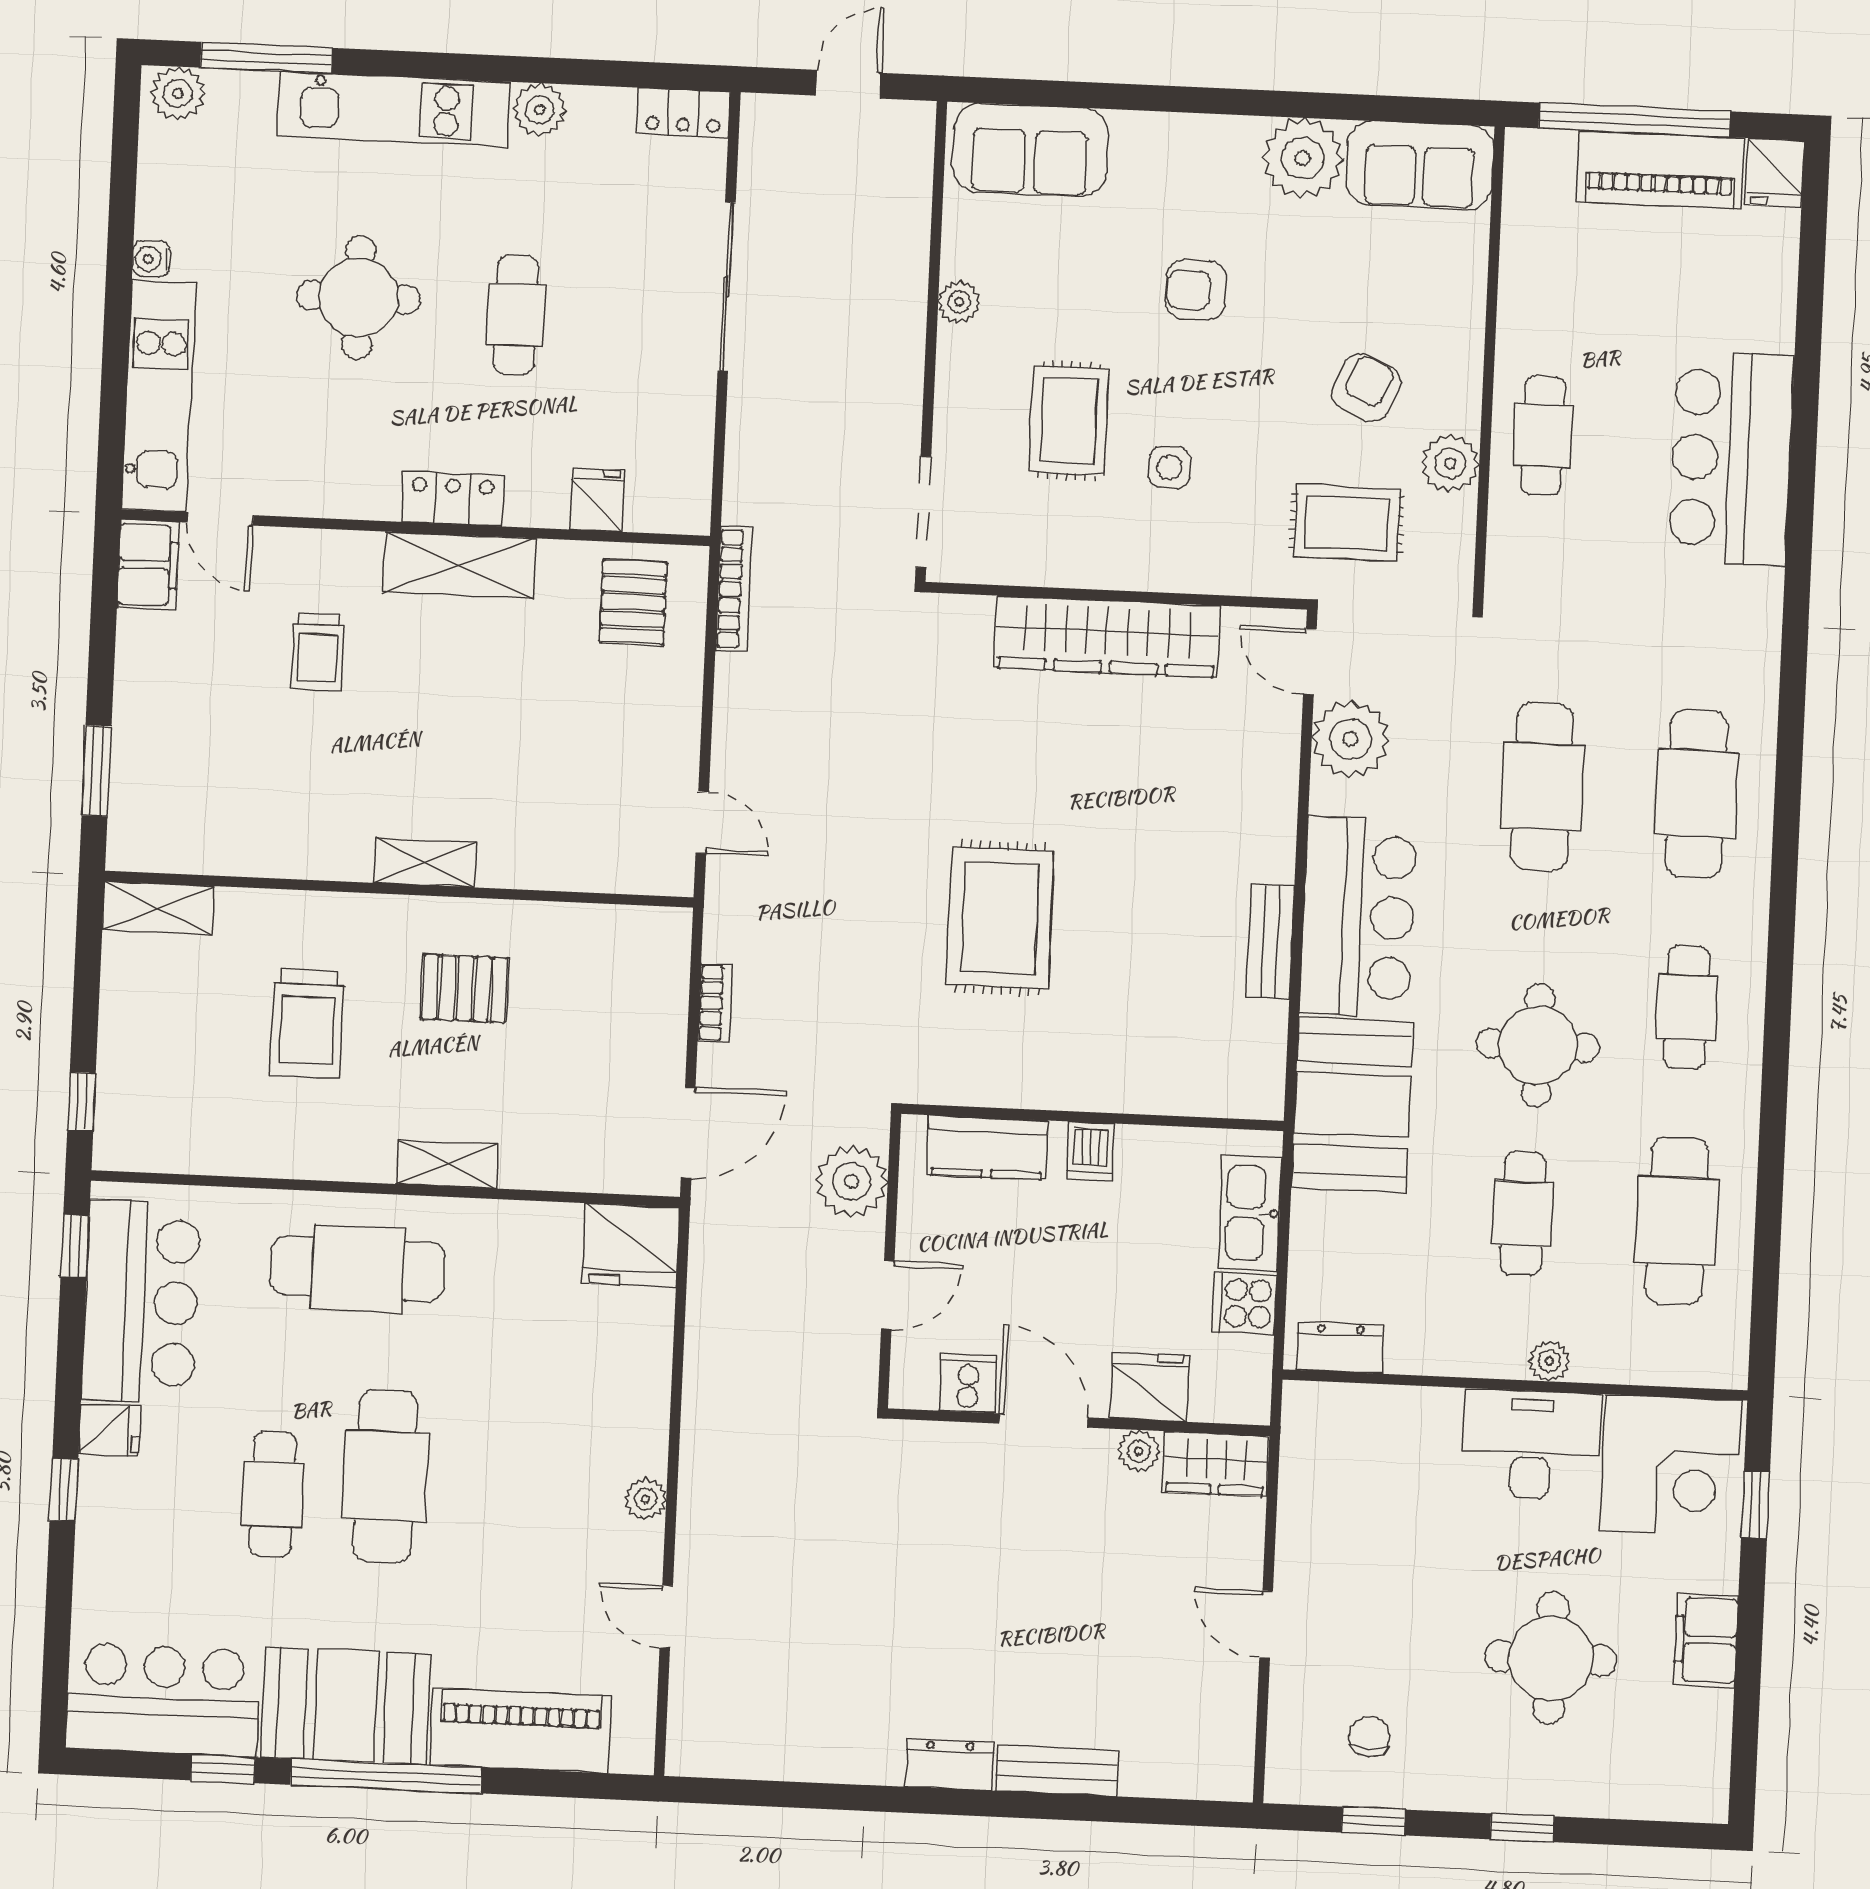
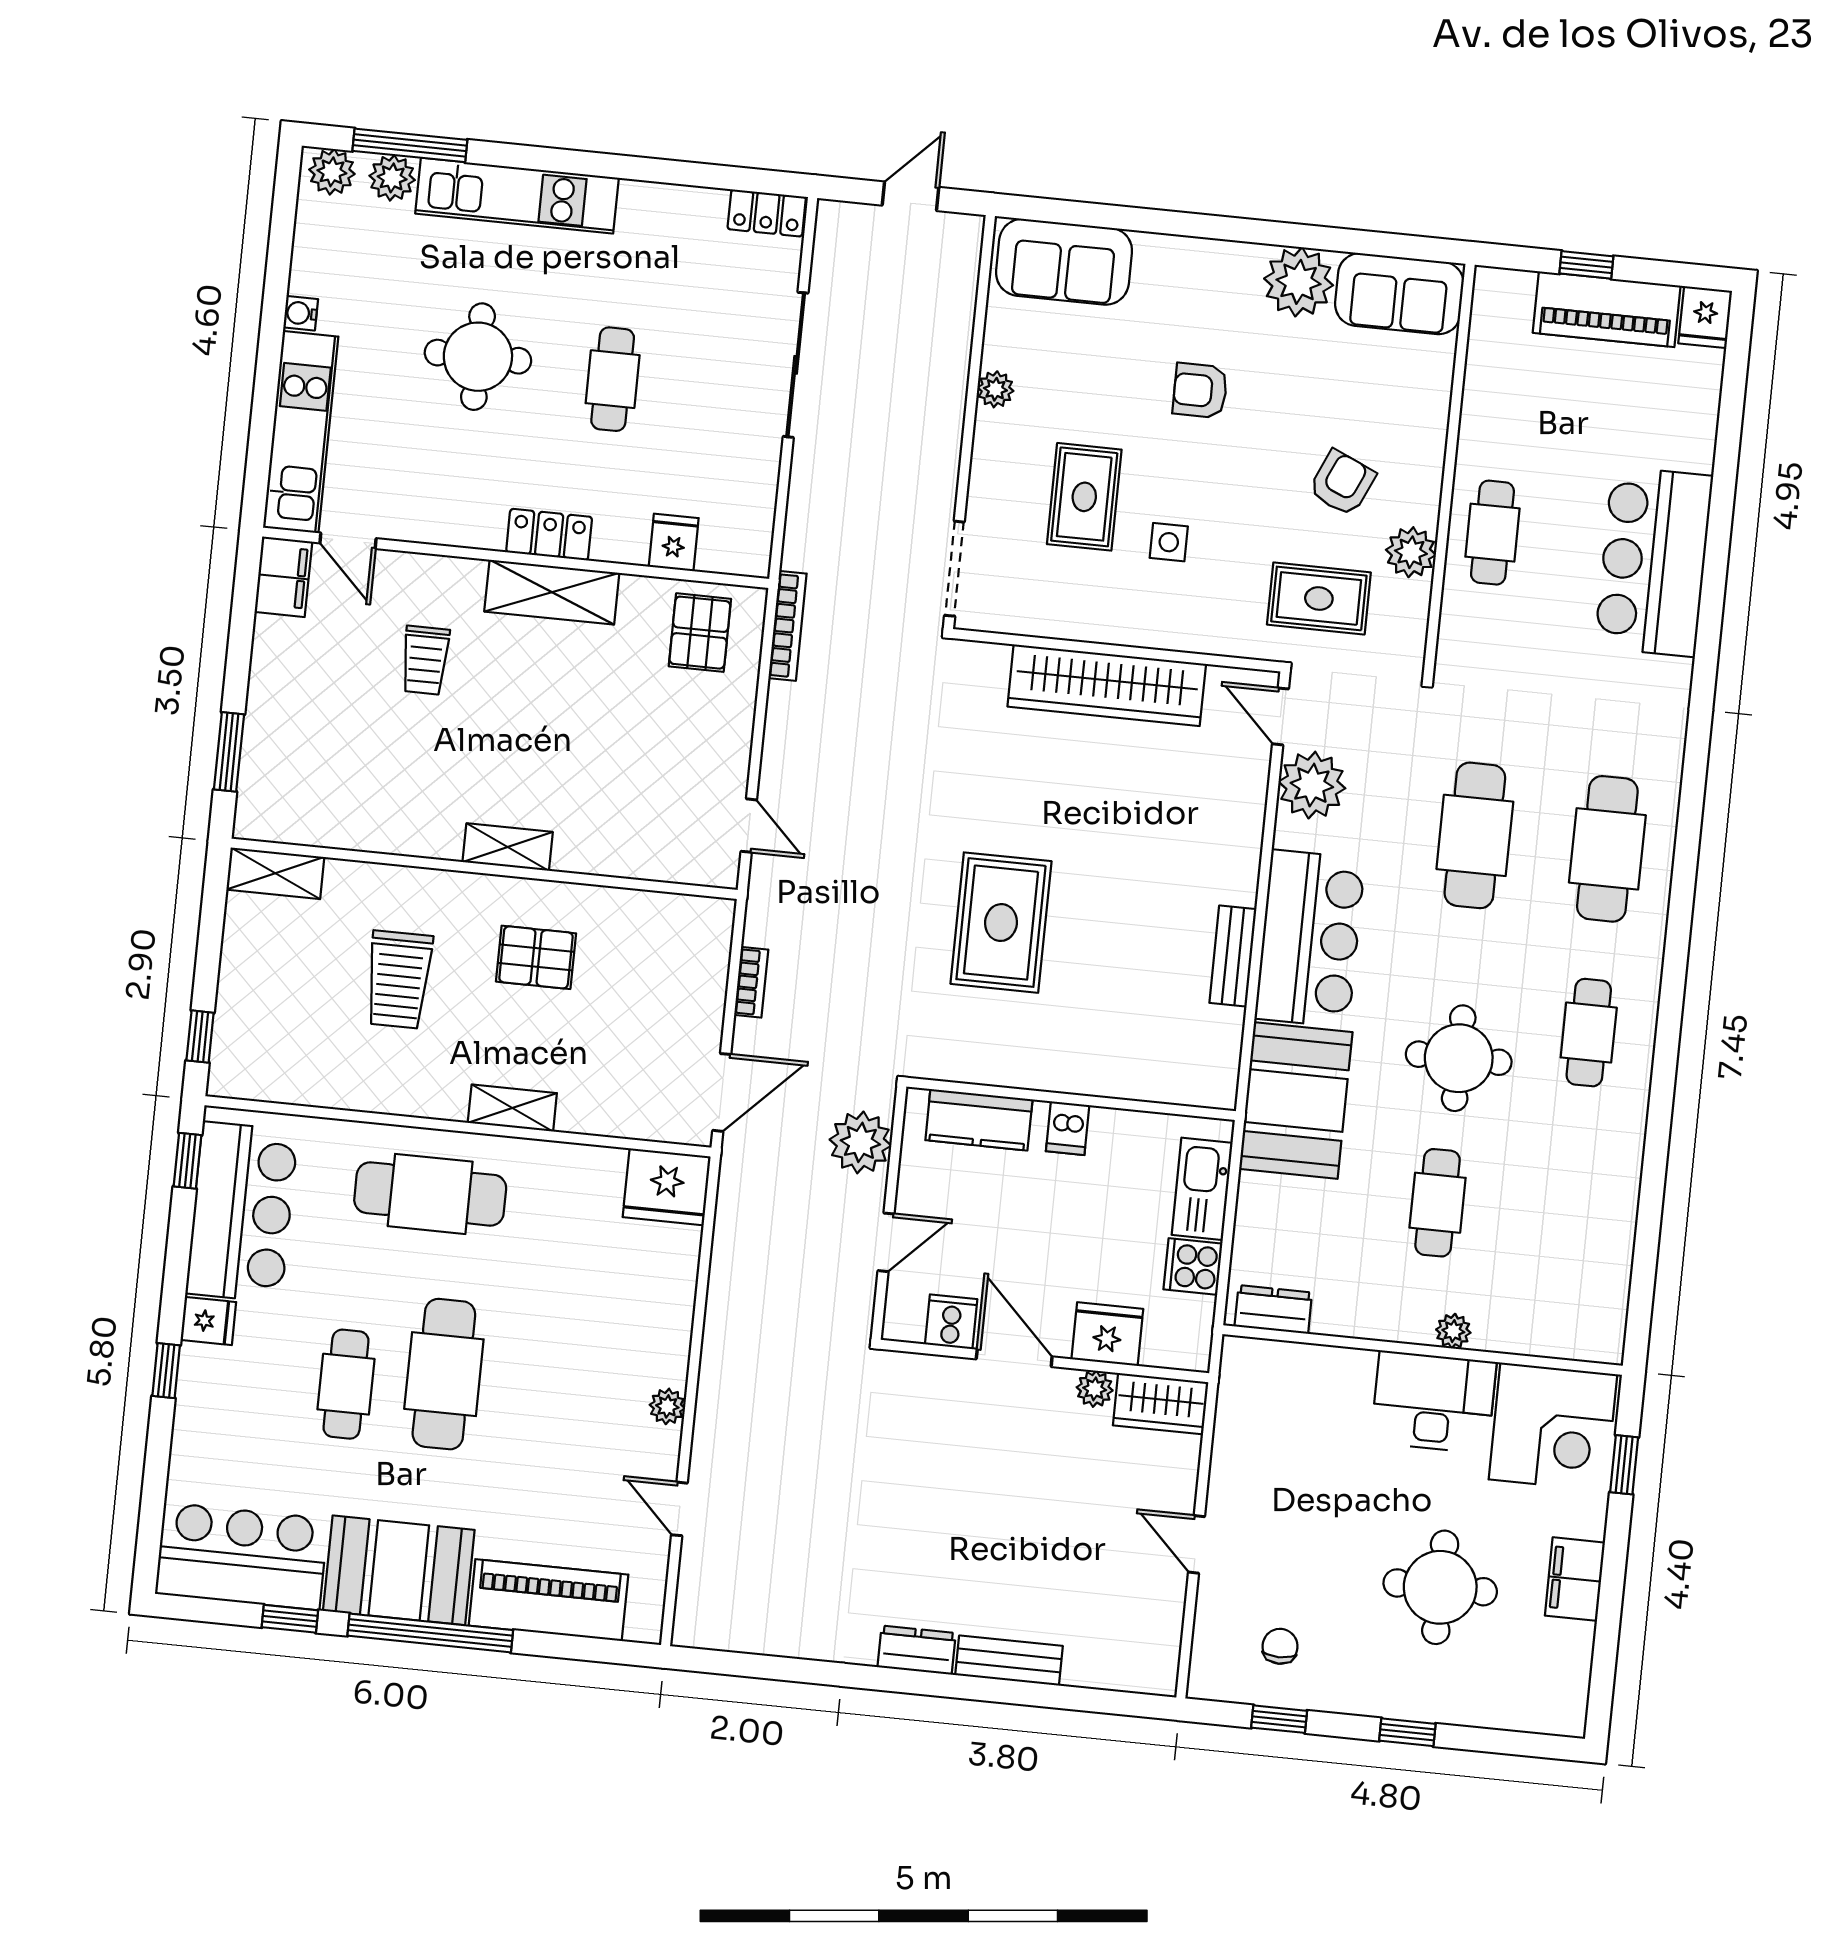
plant: (540, 110) -> (392, 178), moved
window: (1634, 120) -> (1586, 265), width x0.32
cafe table: (1677, 1221) -> (1570, 1216), removed

